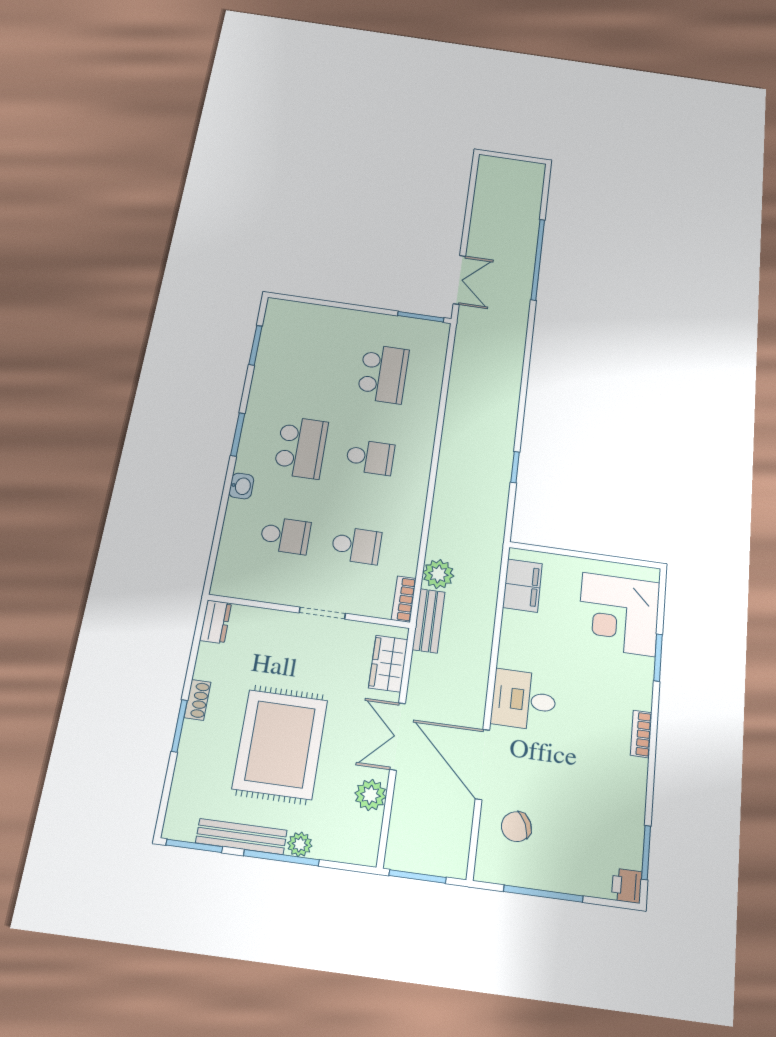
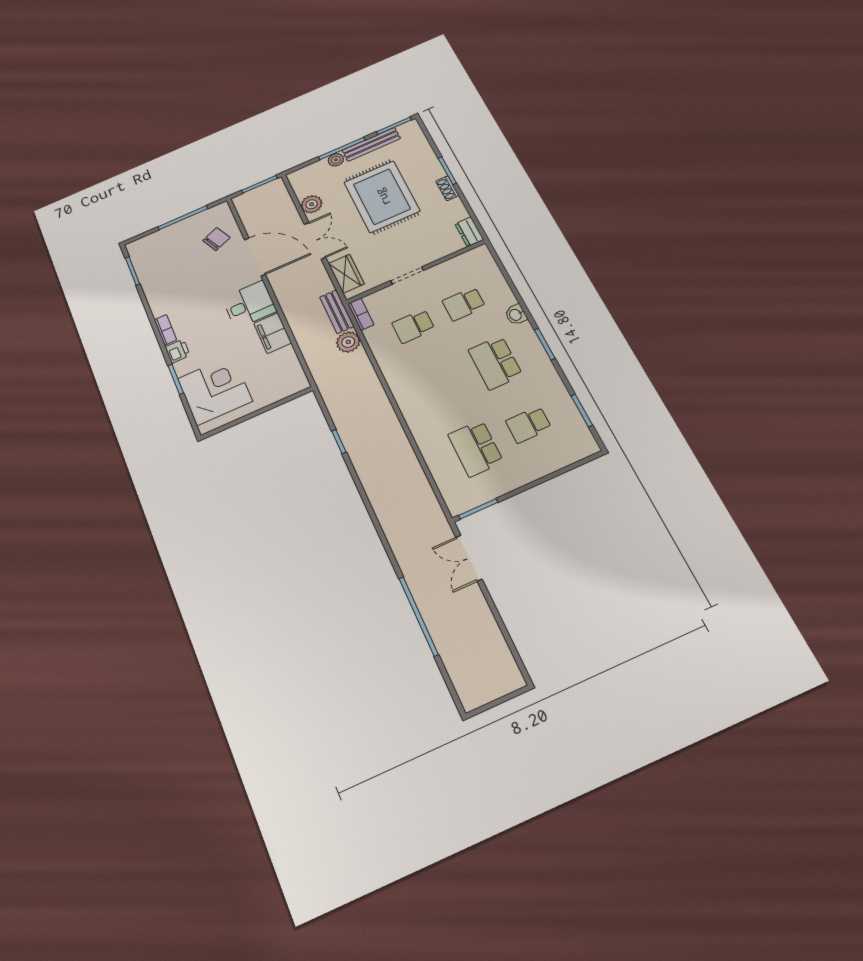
school desk: (370, 457) -> (529, 425), moved
filing cabinet: (522, 586) -> (273, 333), moved
printer: (627, 886) -> (178, 351), moved

